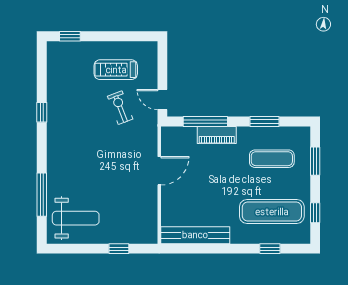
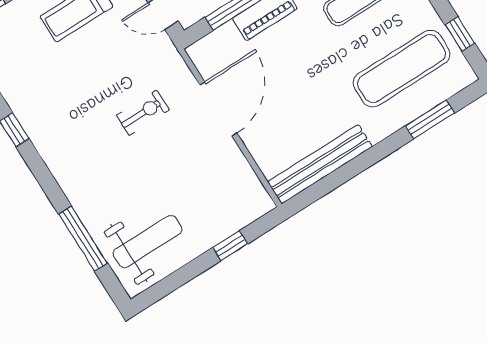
exercise bike: (120, 108) -> (143, 113), moved, turned 111
door: (159, 171) -> (218, 109), width x1.36
window: (270, 249) -> (430, 119), width x1.50

